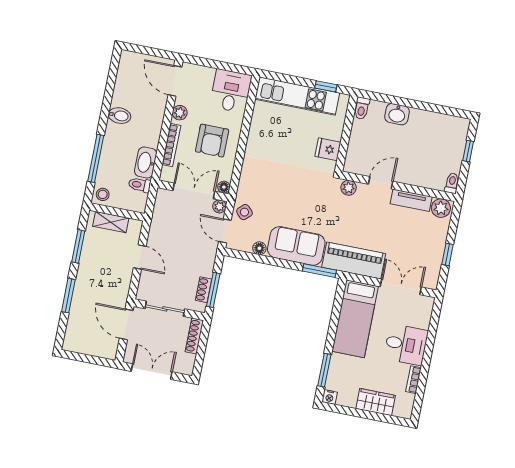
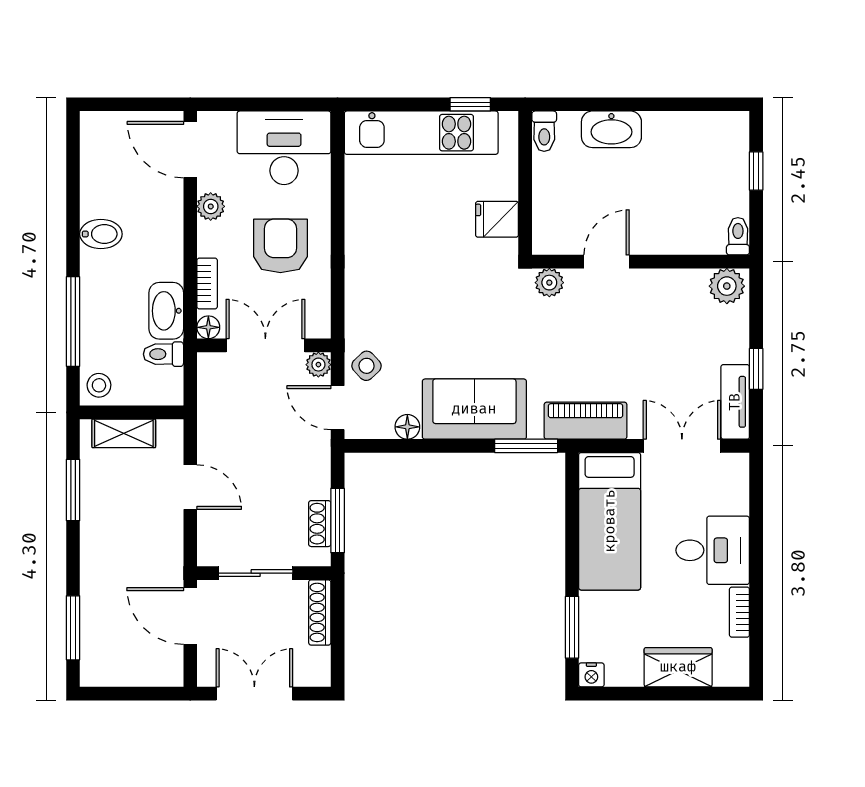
desk: (231, 91) -> (284, 148), width x1.37
washbasin: (397, 114) -> (611, 129), width x1.38
armchair: (212, 141) -> (280, 246), turned 180
bookcase: (171, 145) -> (207, 283), width x0.64
floor lamp: (224, 187) -> (208, 327), moved
tv unit: (411, 200) -> (735, 402), moved, turned 90
piano: (354, 260) -> (586, 421), width x0.73, depth x0.75
window: (68, 296) -> (73, 628), moved

